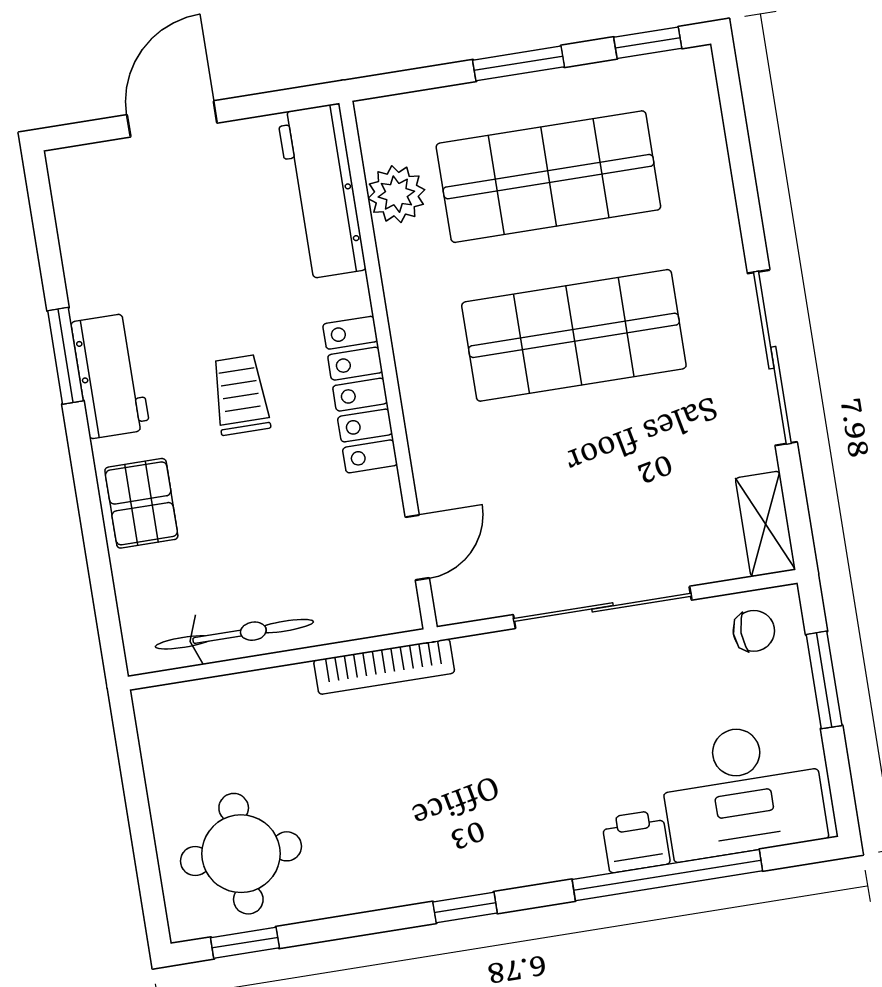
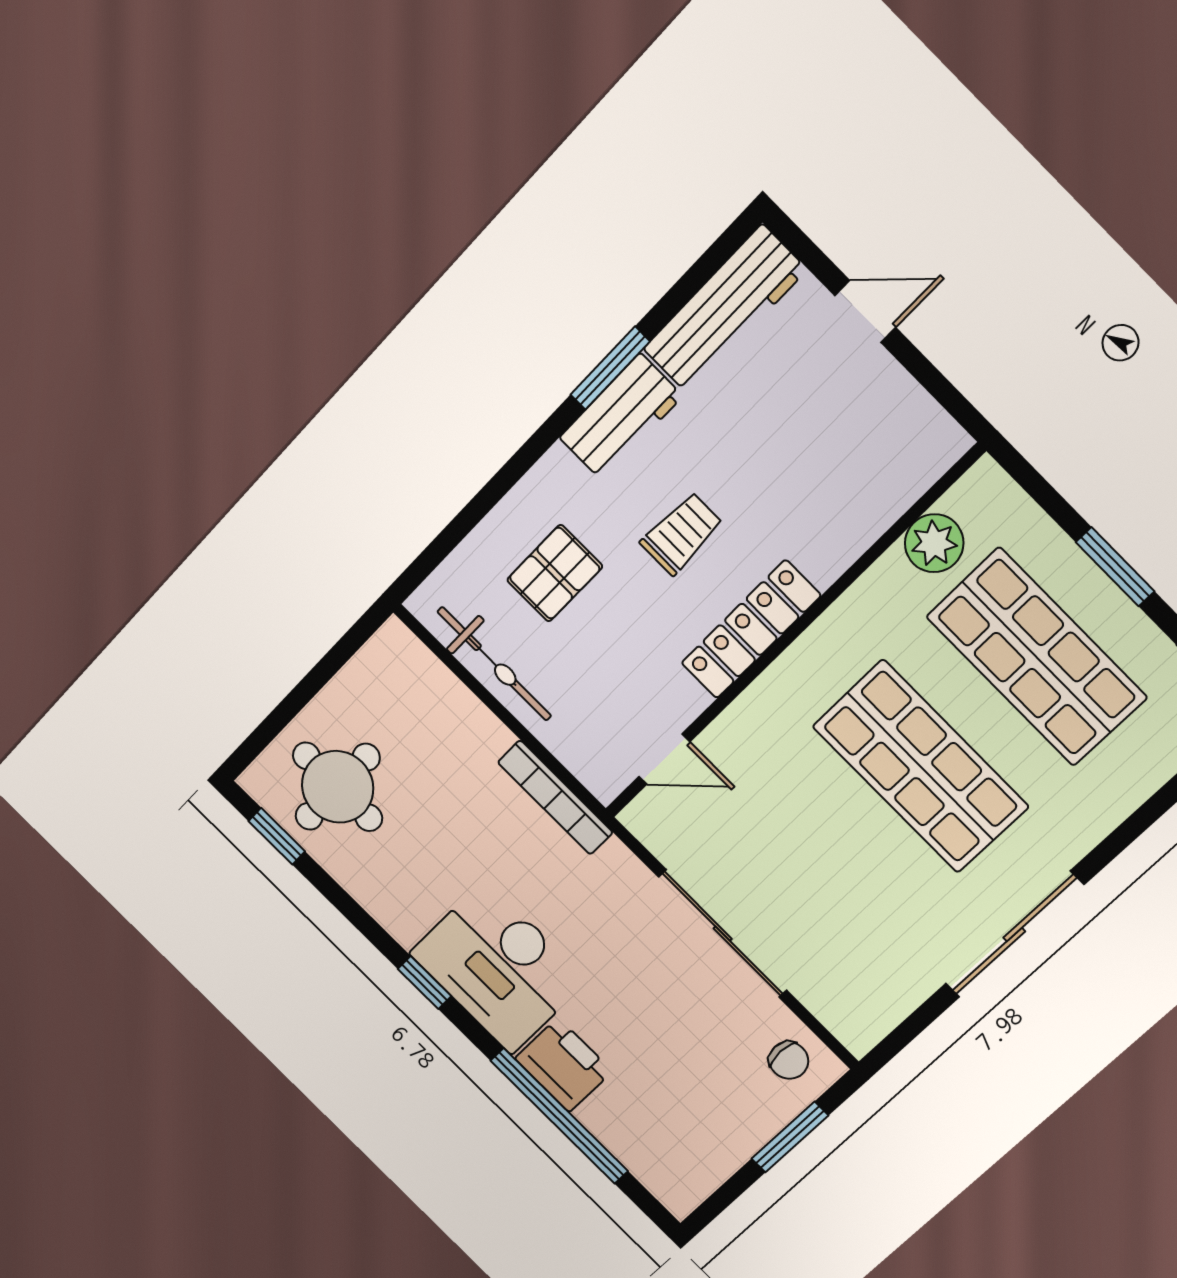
door: (172, 119) -> (865, 312), width x0.73
workbench: (322, 191) -> (725, 309), moved, turned 180
pallet: (141, 503) -> (555, 573), moved
shelving: (765, 524) -> (878, 1015), removed
desk: (742, 790) -> (498, 967), moved
printer: (636, 841) -> (564, 1065), width x1.36, depth x1.24

